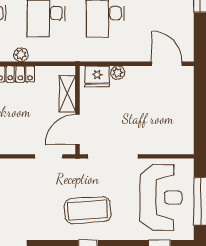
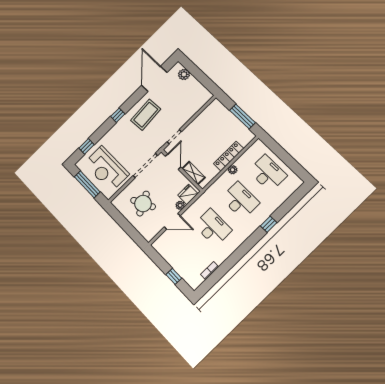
door: (167, 64) -> (172, 221), moved
round table: (157, 116) -> (143, 204), added
coffee table: (88, 210) -> (146, 115), moved

